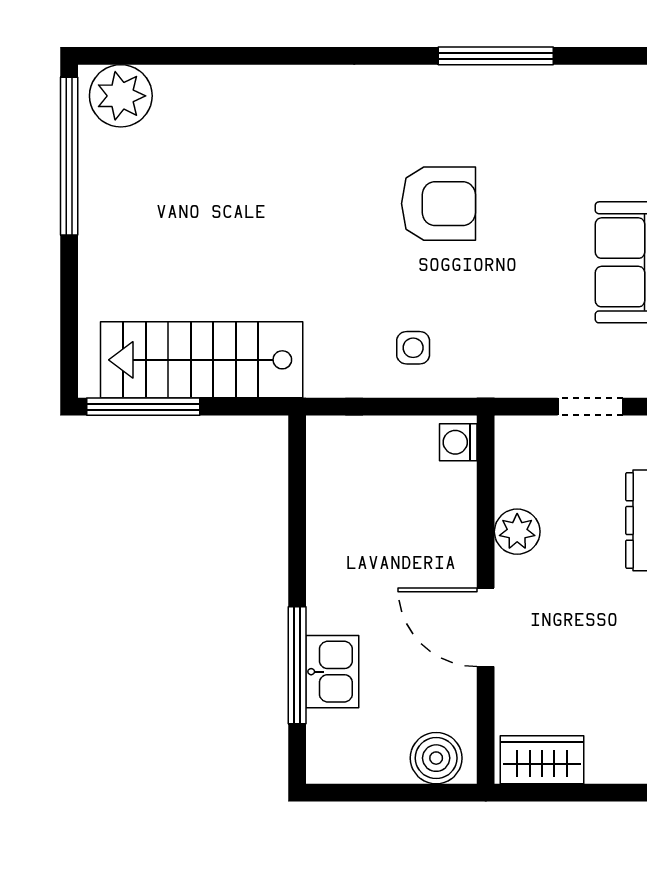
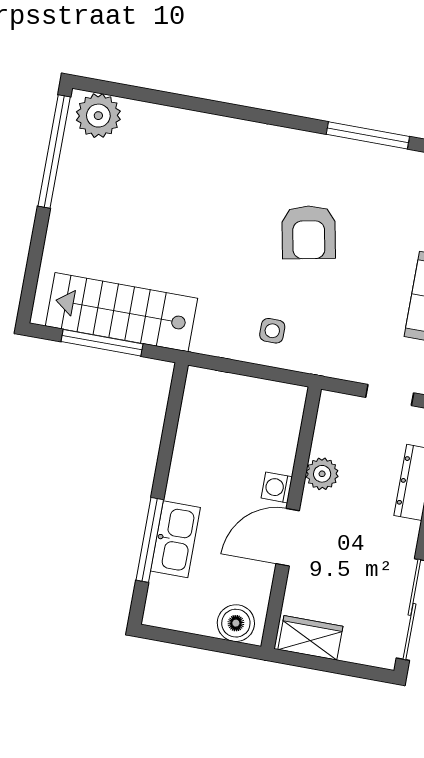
armchair: (439, 204) -> (309, 232), turned 79
window: (143, 407) -> (102, 343), moved
washing machine: (458, 442) -> (277, 487), moved
door: (486, 627) -> (288, 537), hinge flipped
kitchen sink: (332, 672) -> (175, 539), width x1.38

